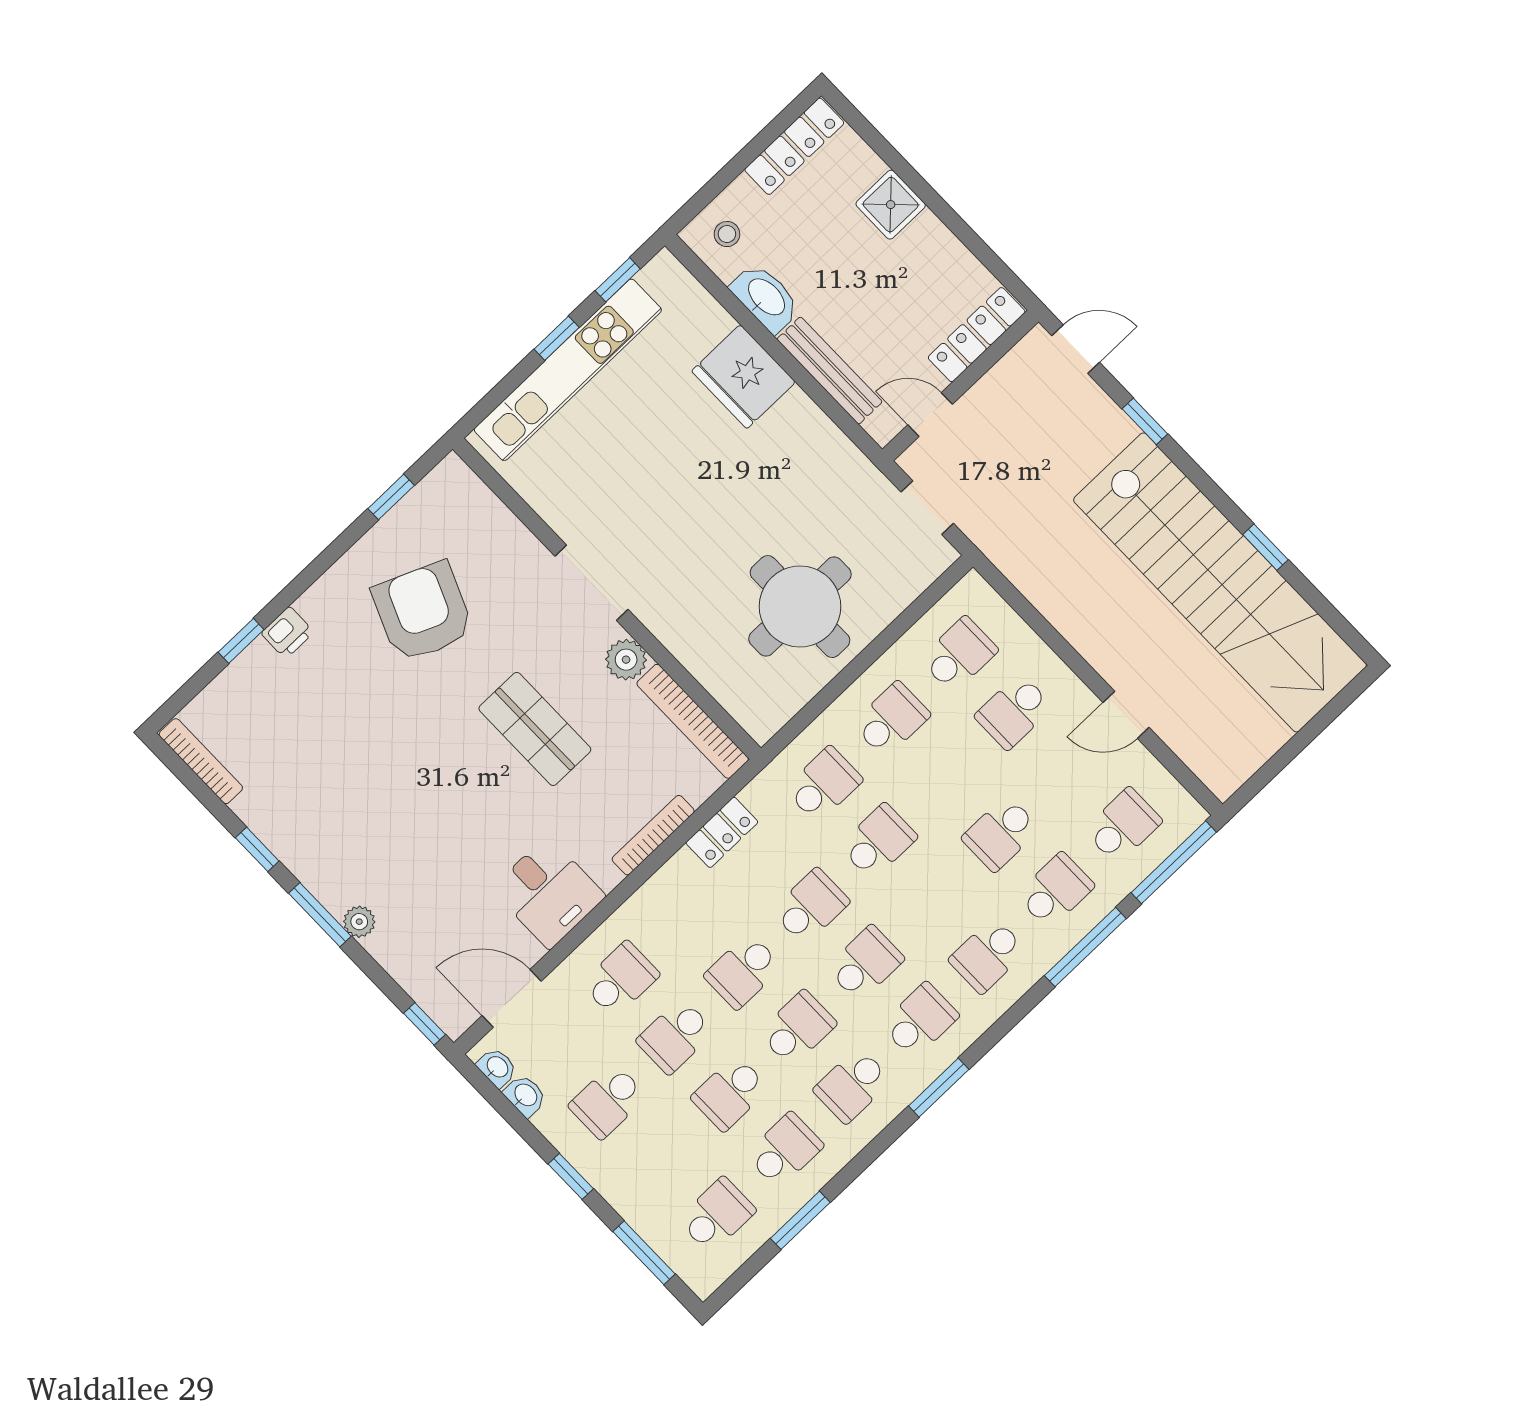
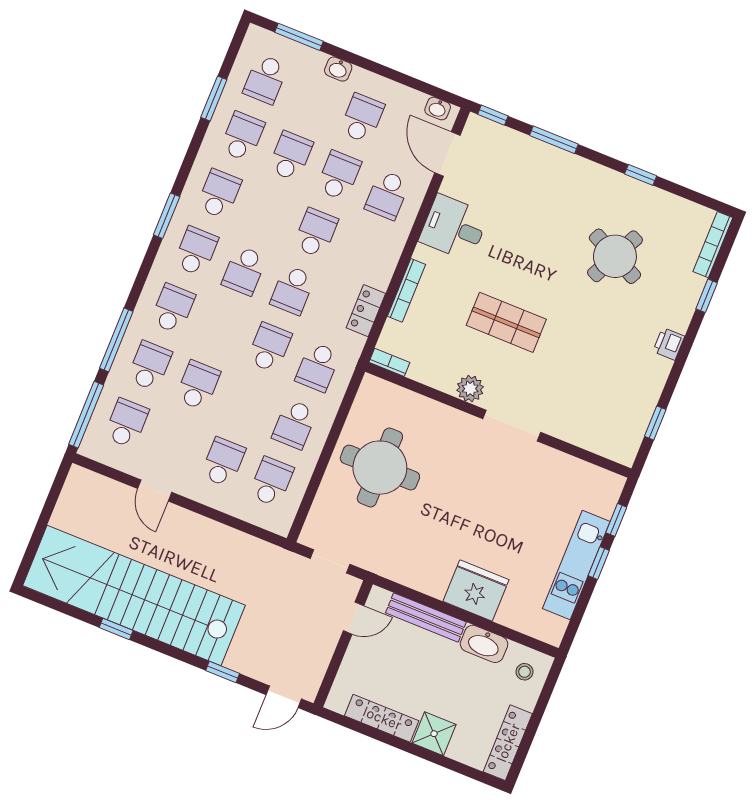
window: (618, 280) -> (616, 520), moved
locker: (977, 335) -> (382, 718), moved, turned -90
kitchen unit: (568, 370) -> (576, 565), width x0.73
armchair: (423, 612) -> (605, 362), removed
printer: (287, 633) -> (669, 344), moved
school desk: (959, 655) -> (271, 482), turned 180
door: (1126, 715) -> (155, 490), swing flipped
bookcase: (693, 721) -> (389, 362), width x0.43, depth x0.76
round table: (343, 753) -> (615, 256), added
bookcase: (201, 761) -> (713, 245), moved, turned 90
school desk: (1123, 826) -> (126, 423), turned 180
school desk: (878, 841) -> (269, 347), turned 180
school desk: (1055, 890) -> (150, 366), turned 180
window: (320, 915) -> (554, 140), moved
plant: (359, 922) -> (560, 159), removed
door: (512, 998) -> (447, 154), swing flipped
school desk: (920, 1020) -> (196, 251), turned 180
school desk: (798, 1028) -> (267, 213), removed
washbasin: (525, 1096) -> (338, 69), moved
school desk: (785, 1150) -> (242, 137), turned 180
window: (571, 1176) -> (364, 63), removed

